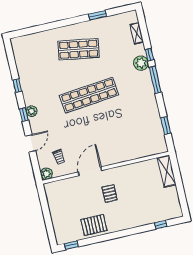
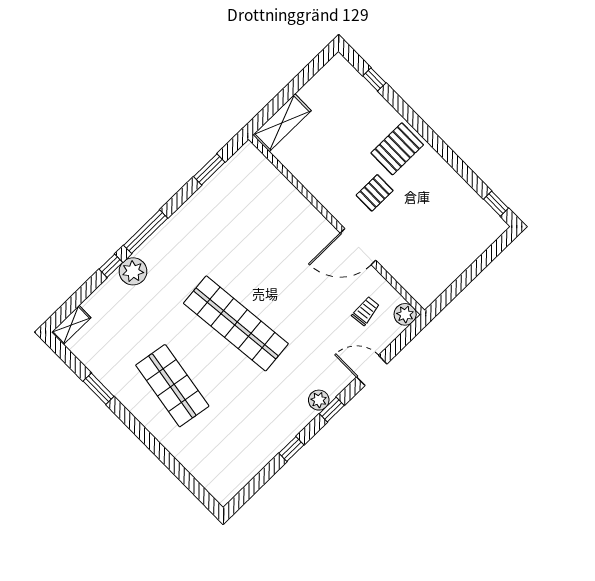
shelving: (137, 33) -> (71, 325), moved
pallet: (94, 225) -> (397, 149), moved, turned 90

